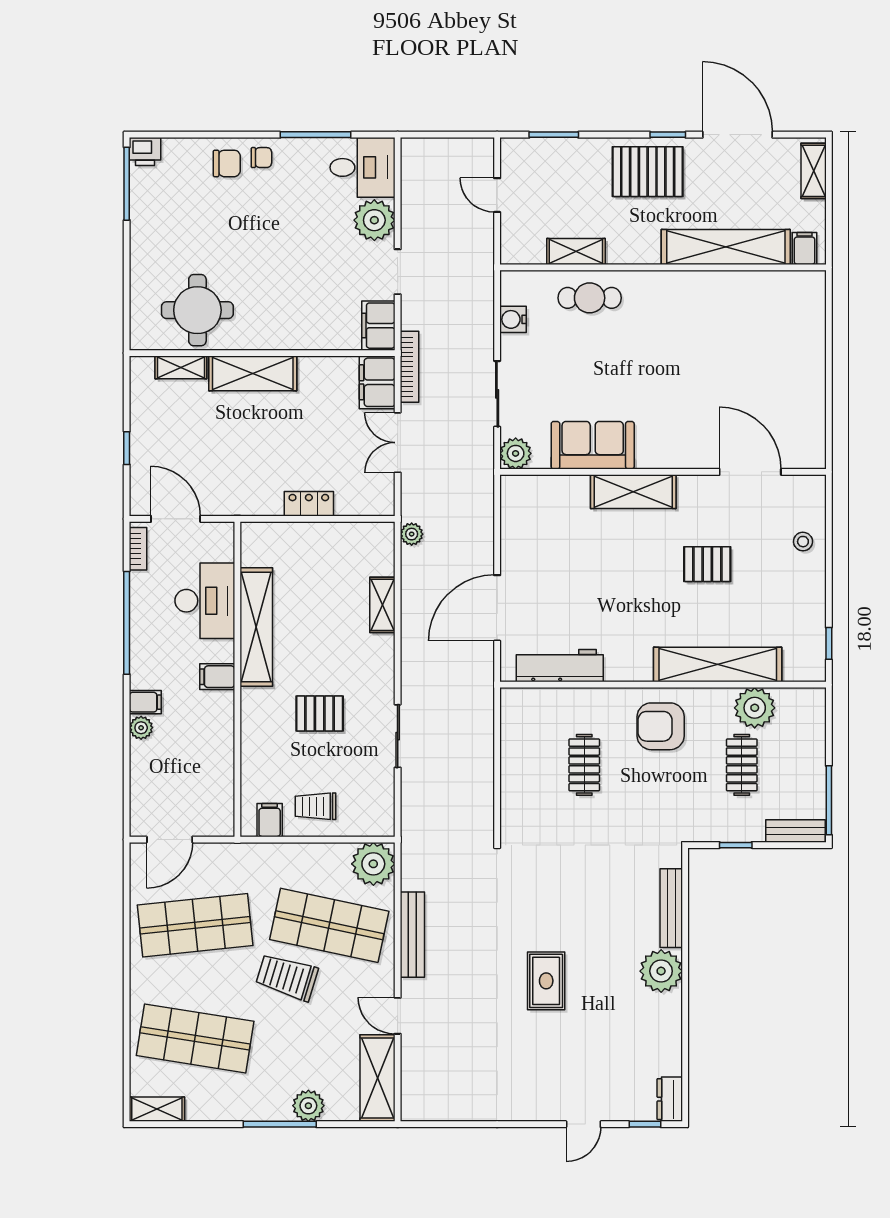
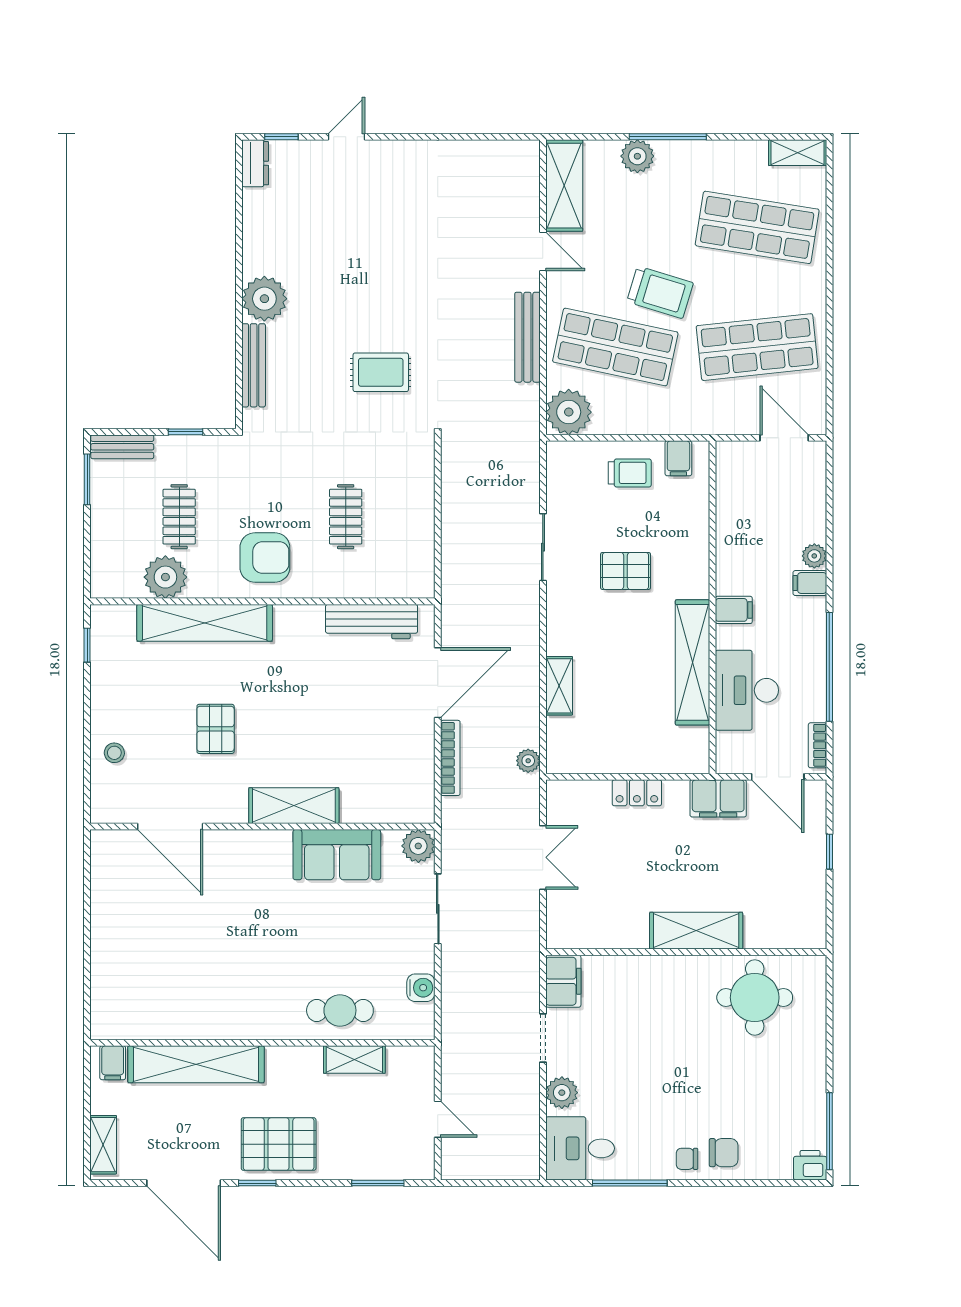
chair: (227, 163) -> (724, 1153), turned 180
plant: (374, 220) -> (562, 1093), width x0.73, depth x0.73
shelving: (181, 367) -> (772, 937), removed
bookcase: (410, 367) -> (450, 758), moved, turned 180
filing cabinet: (377, 382) -> (718, 798), moved, turned 90
pallet: (707, 564) -> (216, 729), turned 90
window: (829, 800) -> (87, 479), width x0.69
door: (170, 840) -> (784, 438), hinge flipped
rug: (546, 981) -> (381, 372), moved, turned 90

